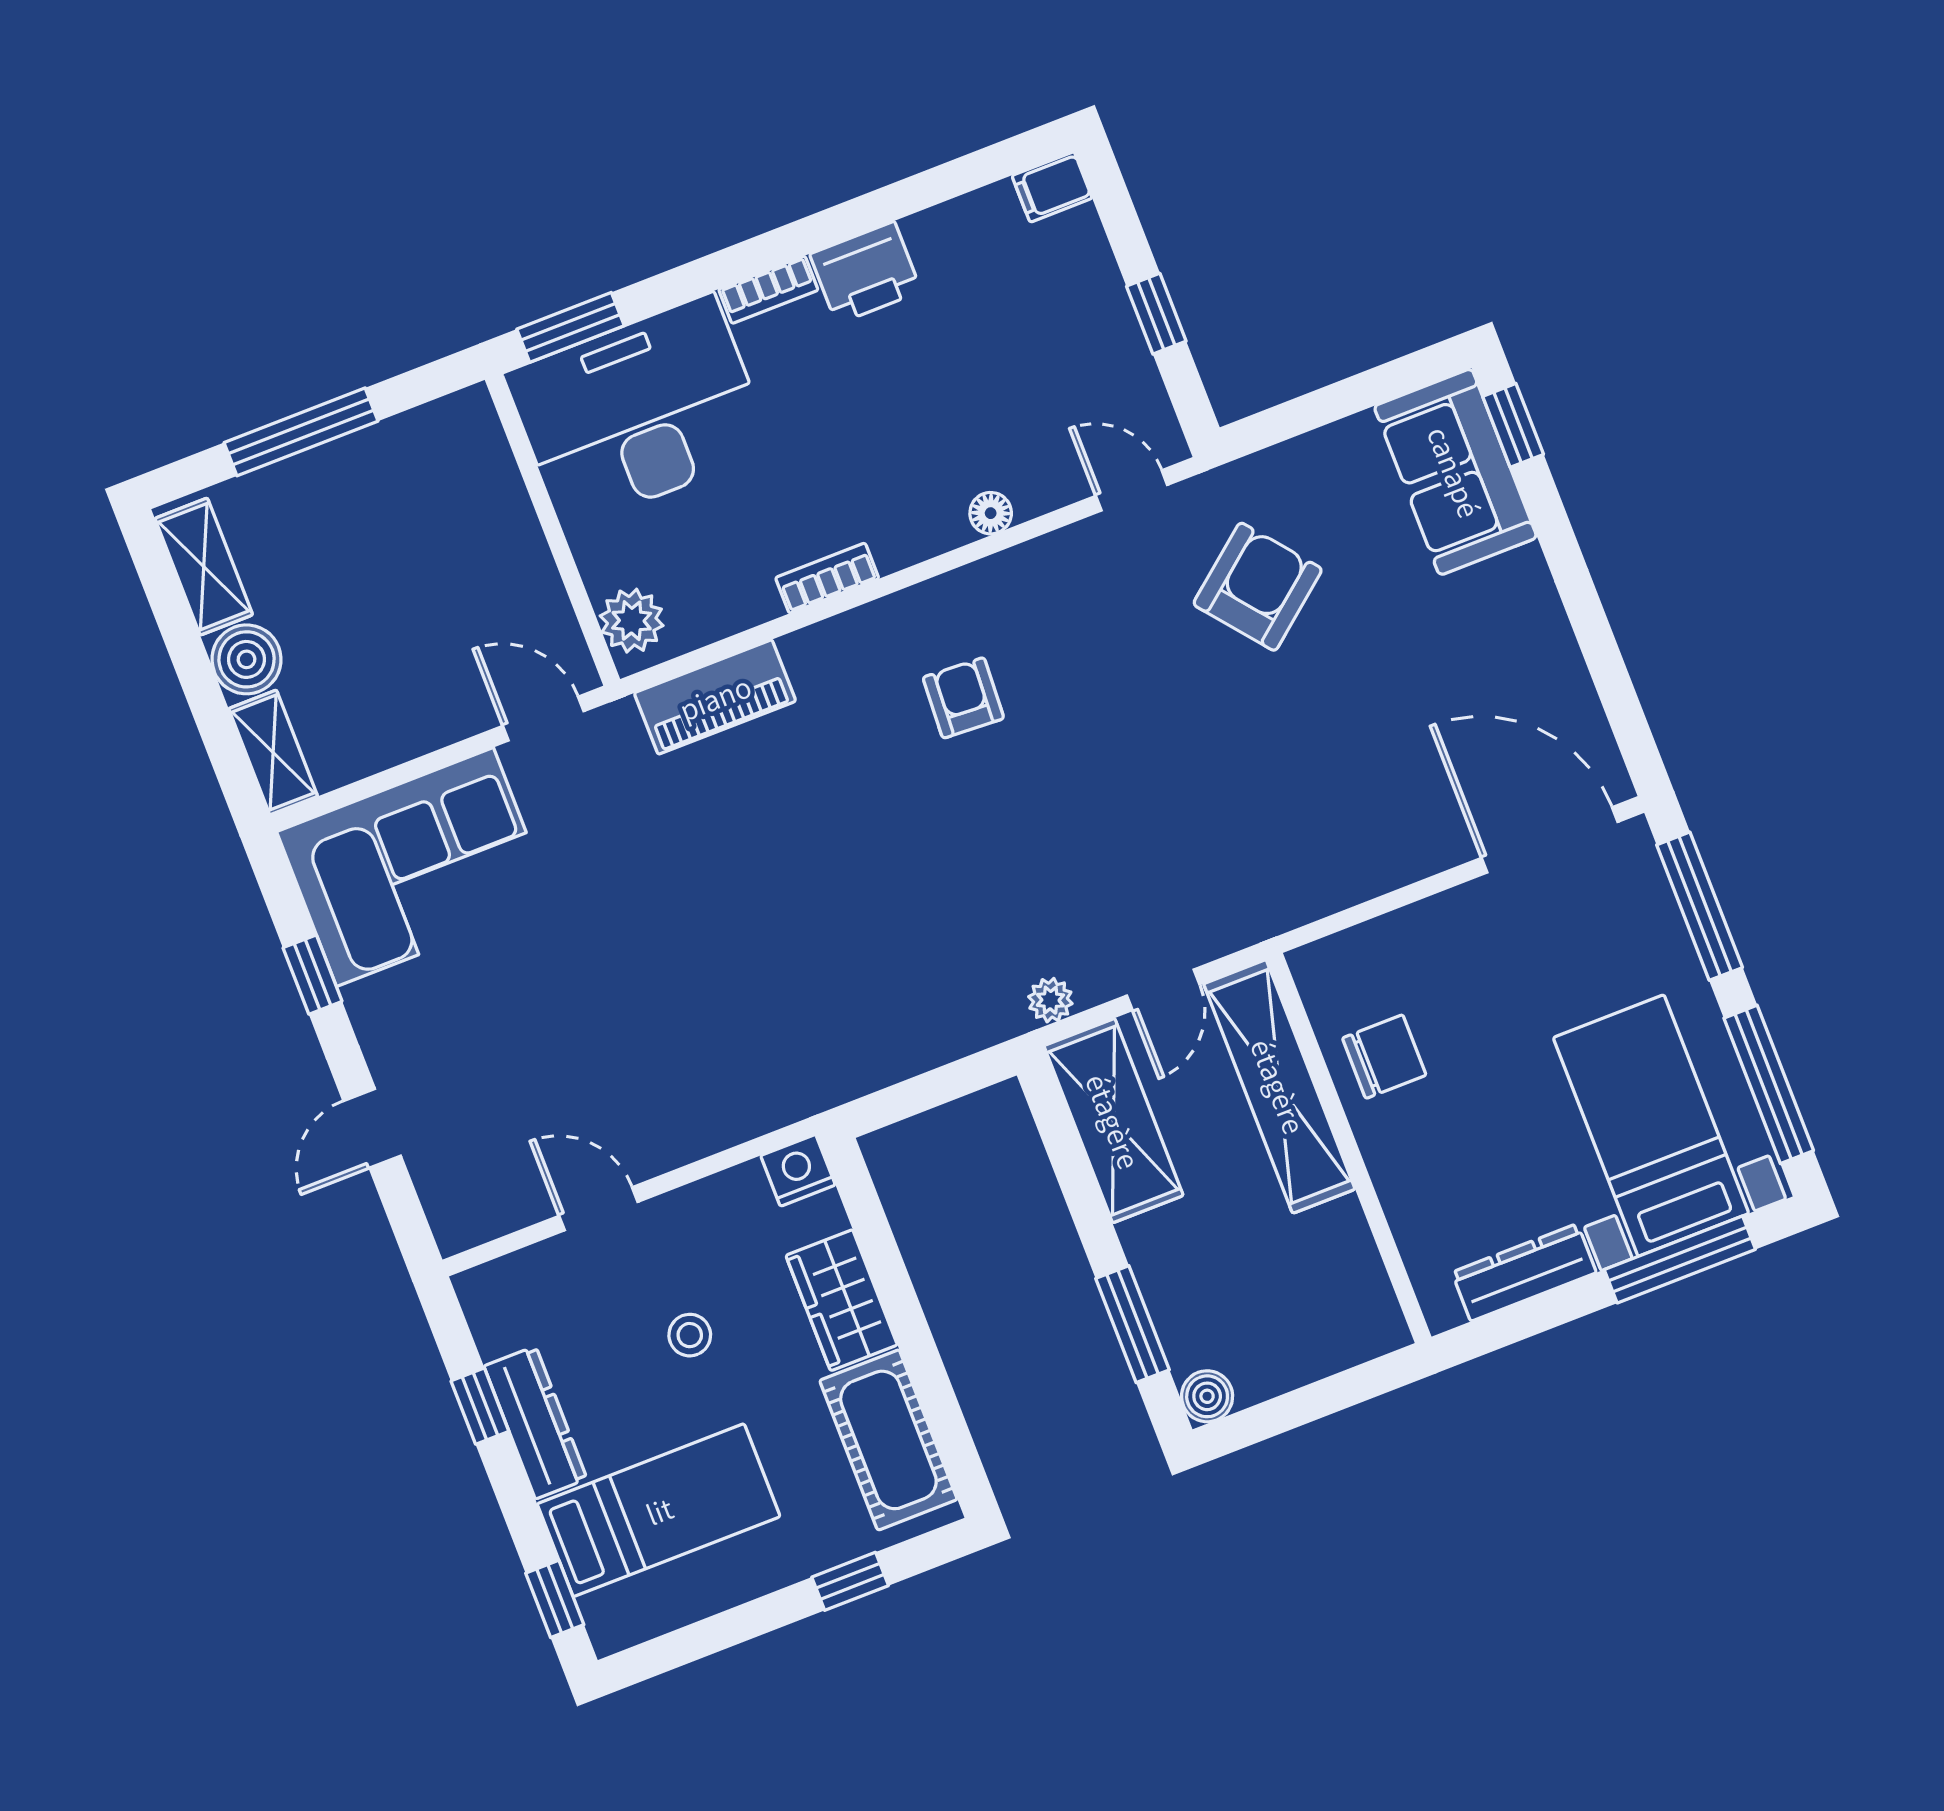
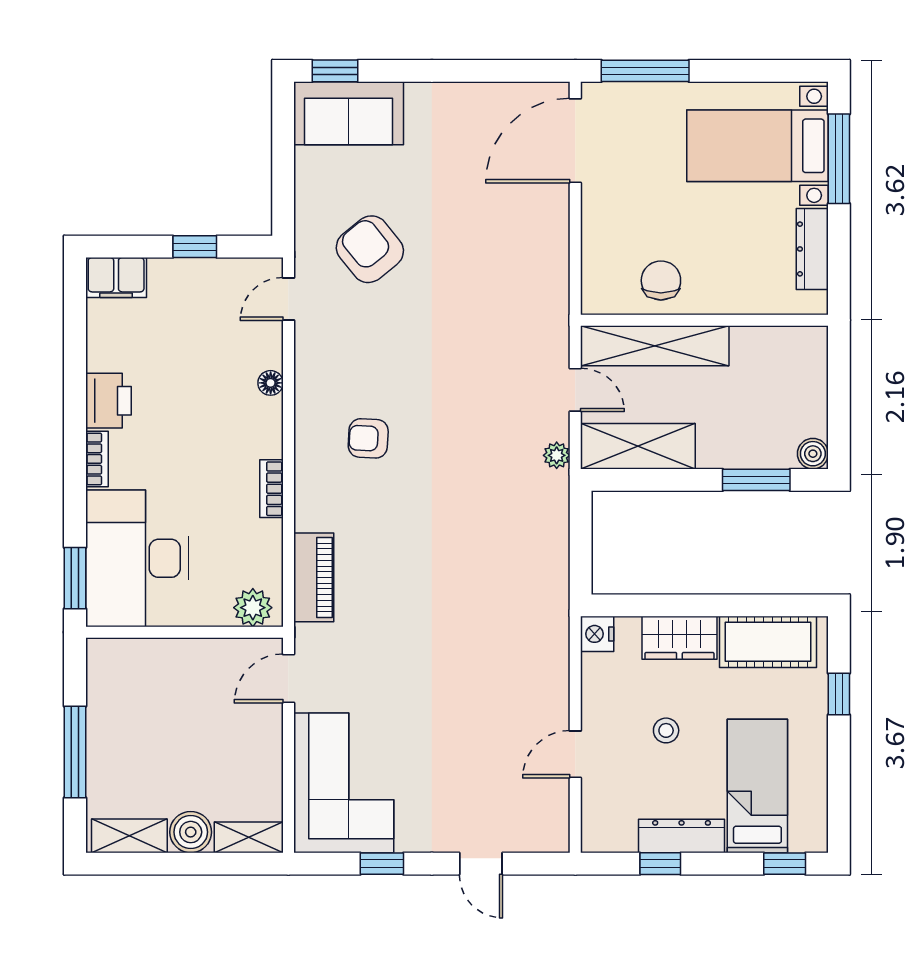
filing cabinet: (1052, 187) -> (116, 278), width x2.00
window: (1769, 1084) -> (760, 71), removed

